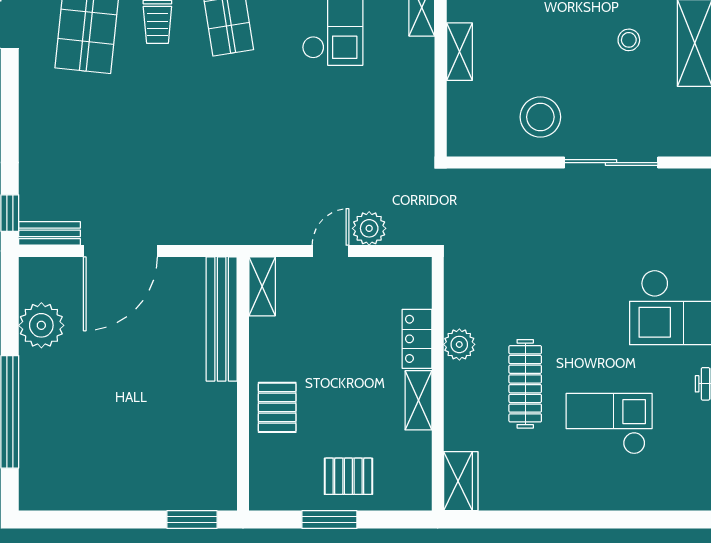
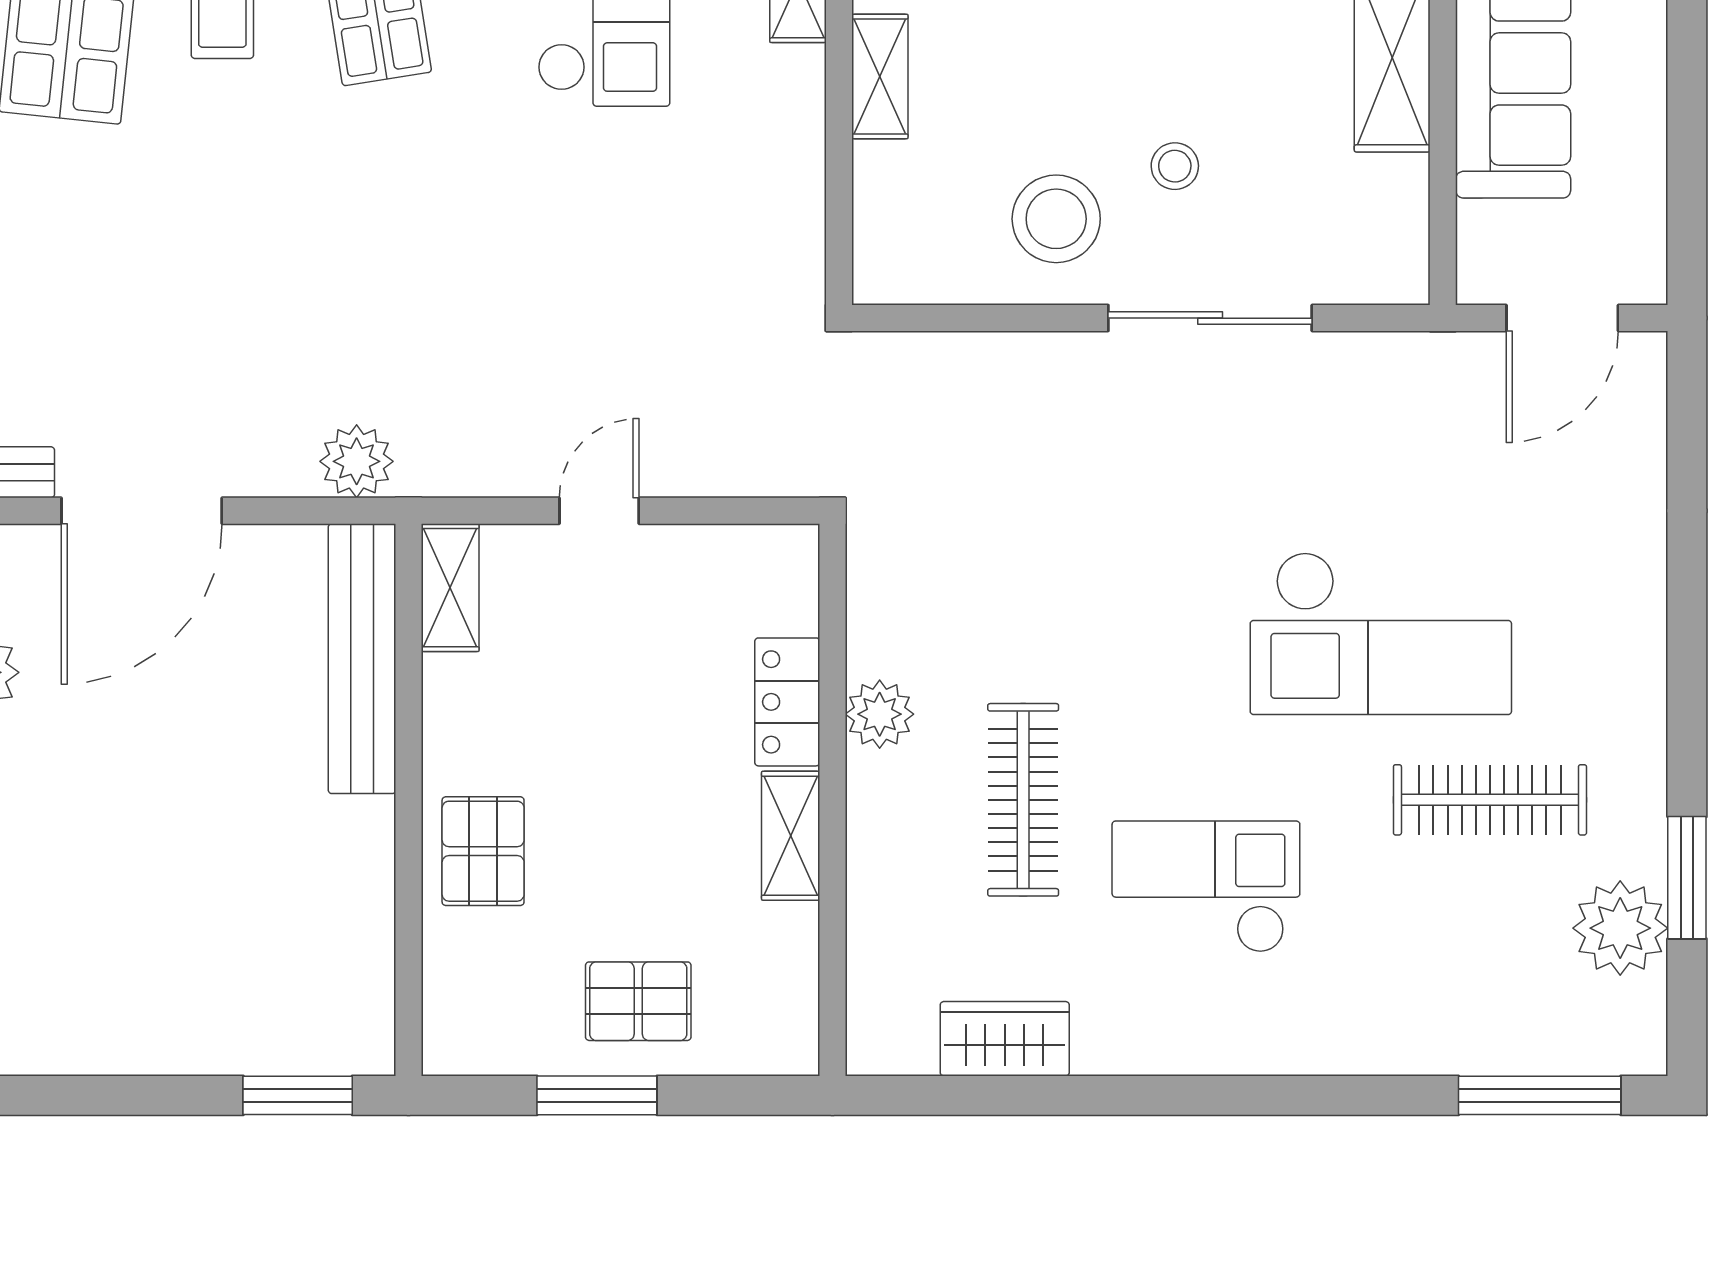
stool: (629, 40) -> (1175, 166), moved
plant: (369, 228) -> (357, 461), moved
wardrobe: (461, 481) -> (1005, 1039), moved, turned -90

